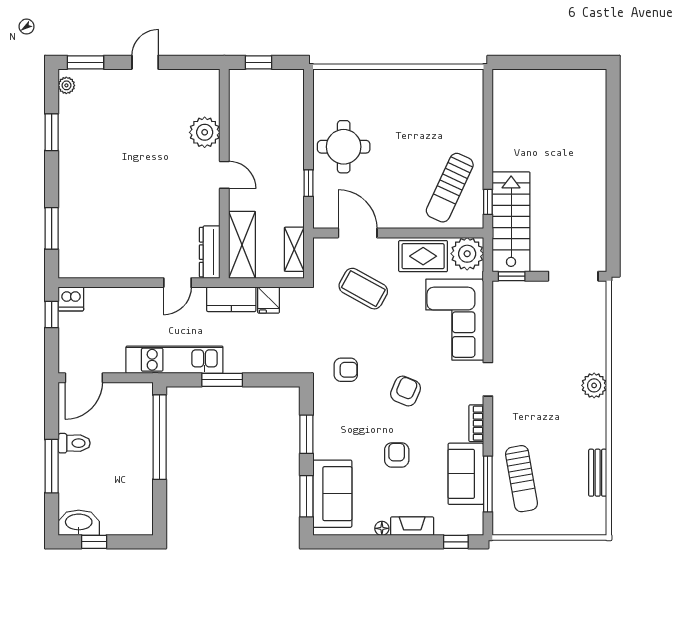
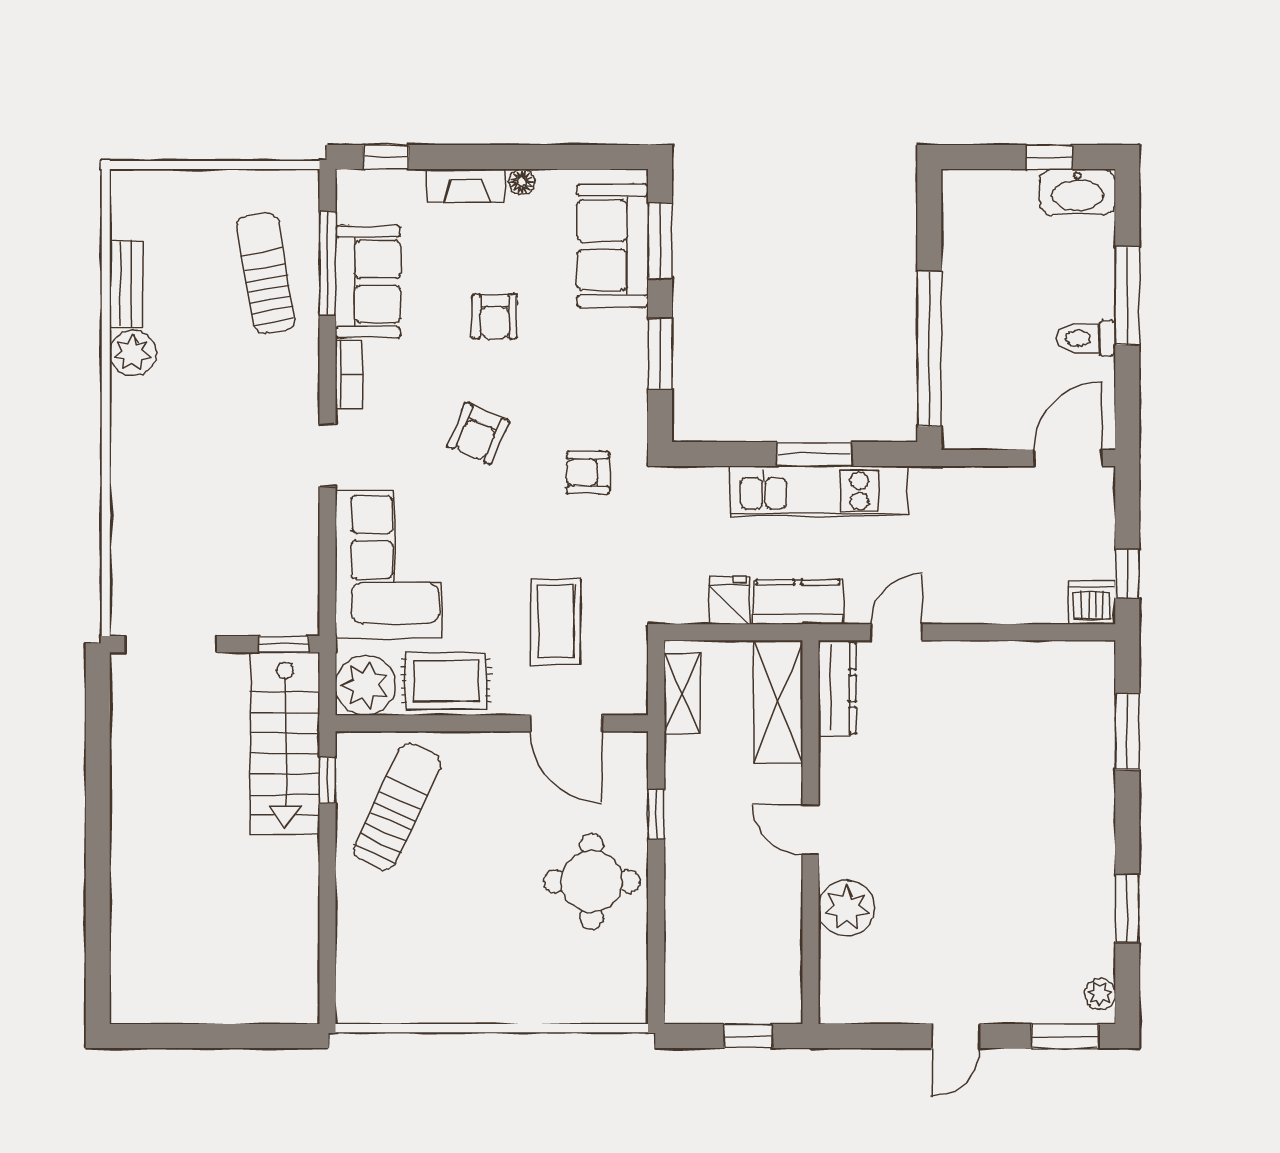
coffee table: (363, 289) -> (556, 621), turned 61
kitchen unit: (174, 360) -> (818, 491), moved
plant: (594, 385) -> (133, 353), moved

